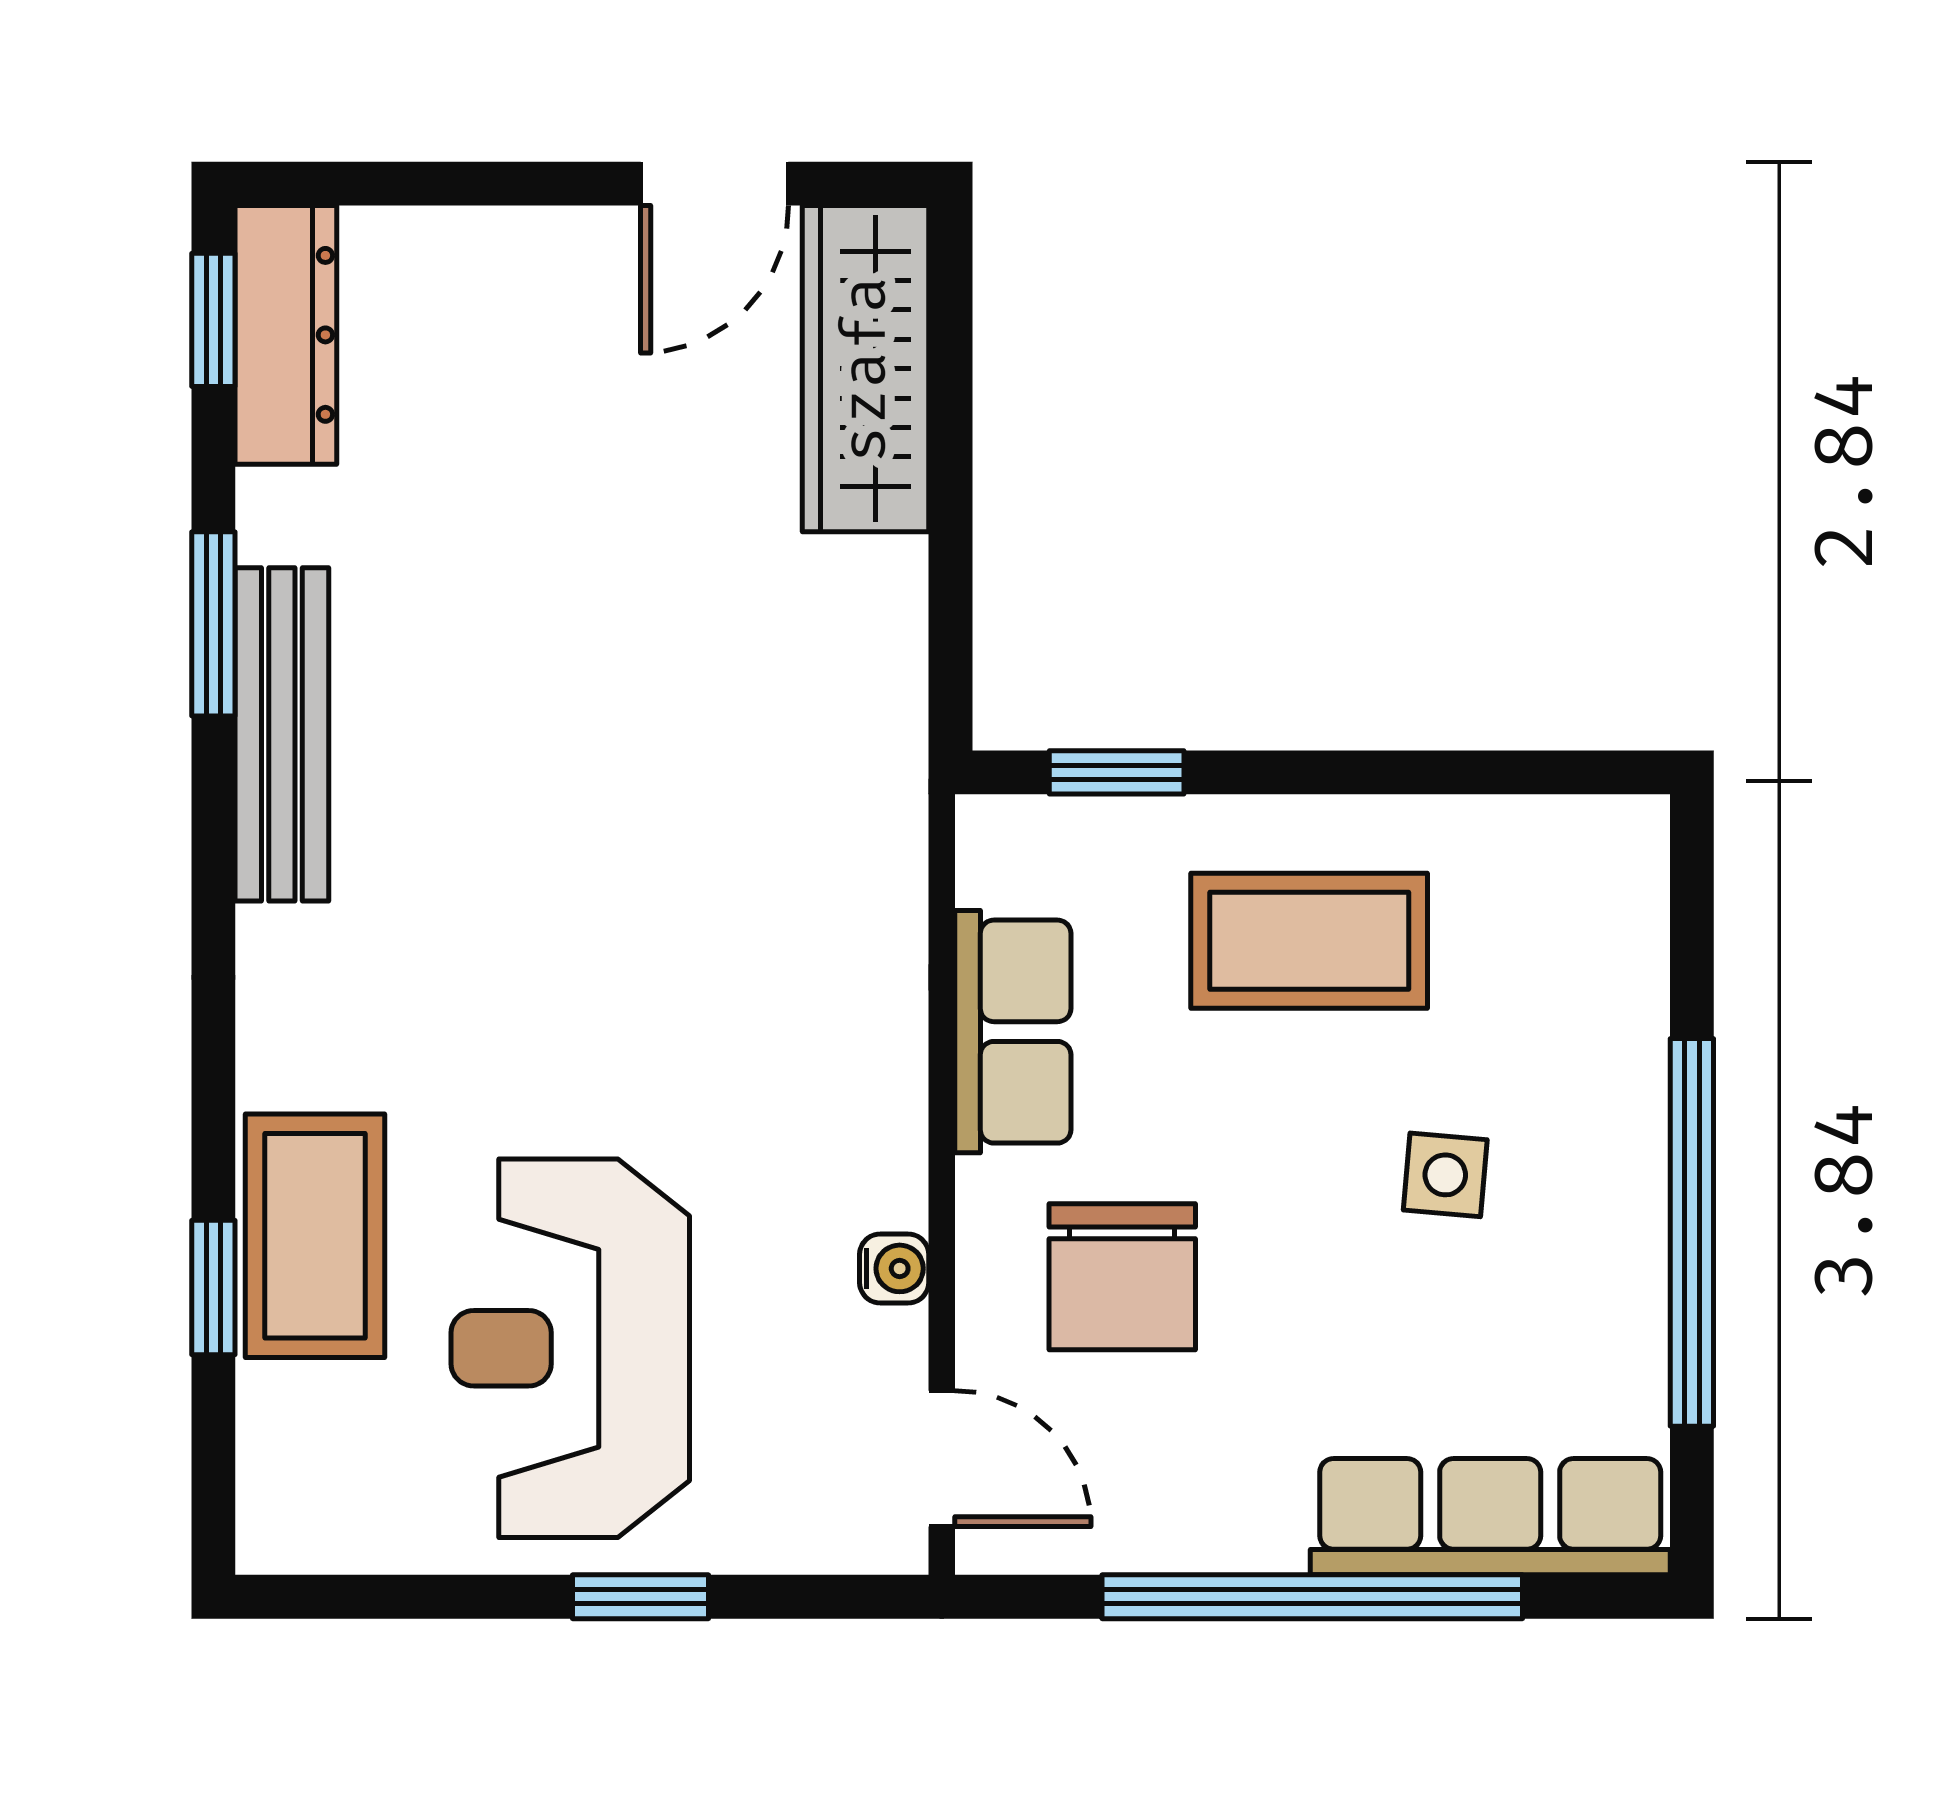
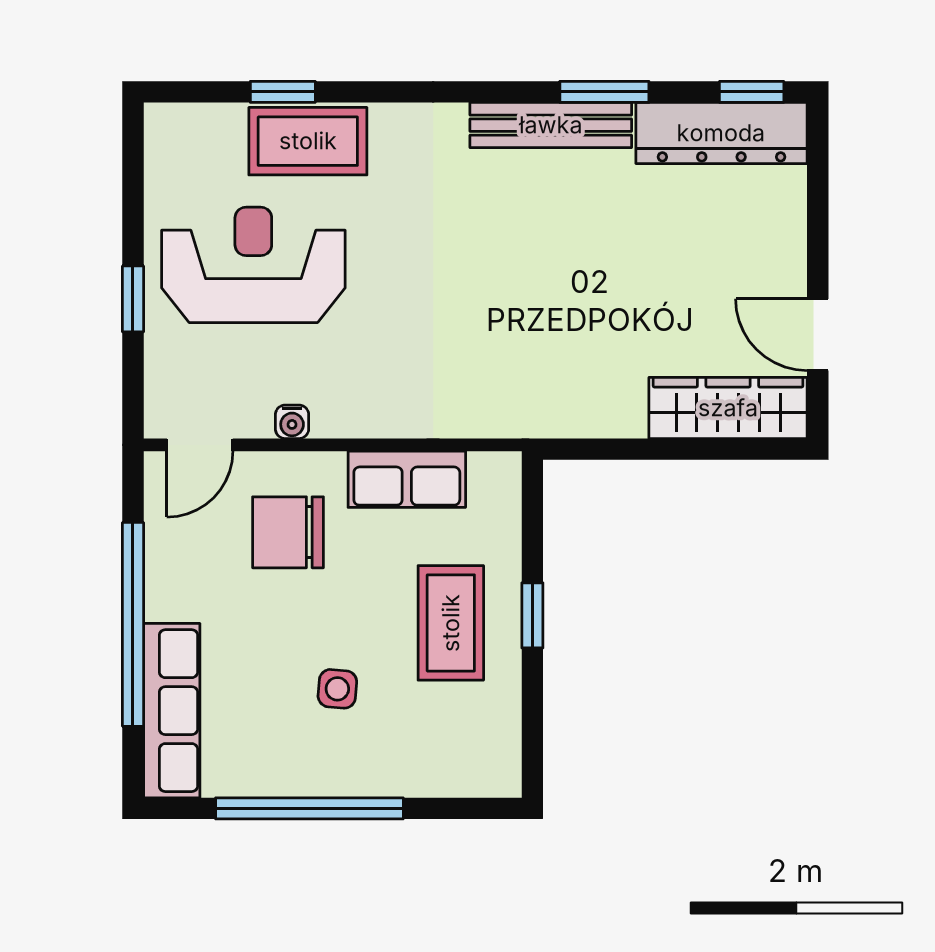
dresser: (286, 335) -> (721, 133), width x1.37, depth x1.24
window: (1117, 772) -> (532, 615), moved

